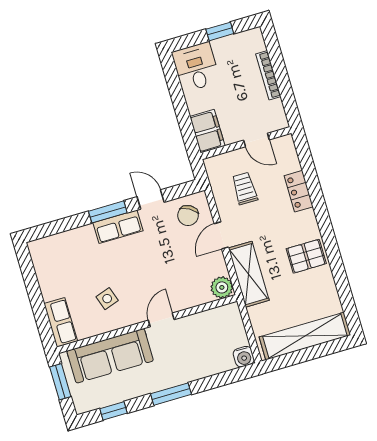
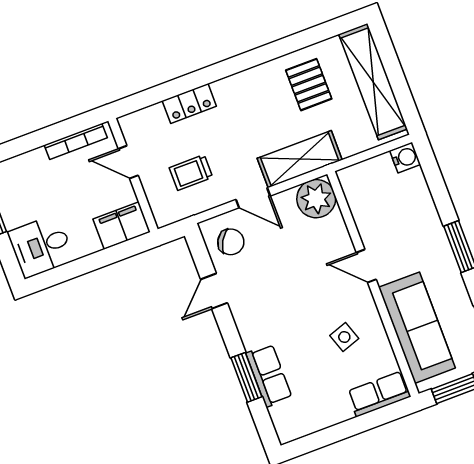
bookcase: (268, 75) -> (76, 141), moved
door: (256, 140) -> (128, 162), swing flipped
window: (108, 212) -> (246, 377), moved
row of seats: (118, 227) -> (269, 375), moved
pallet: (306, 256) -> (309, 85), moved
plant: (222, 287) -> (316, 199), width x1.36, depth x1.36

